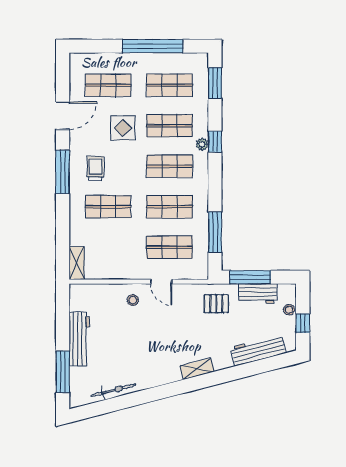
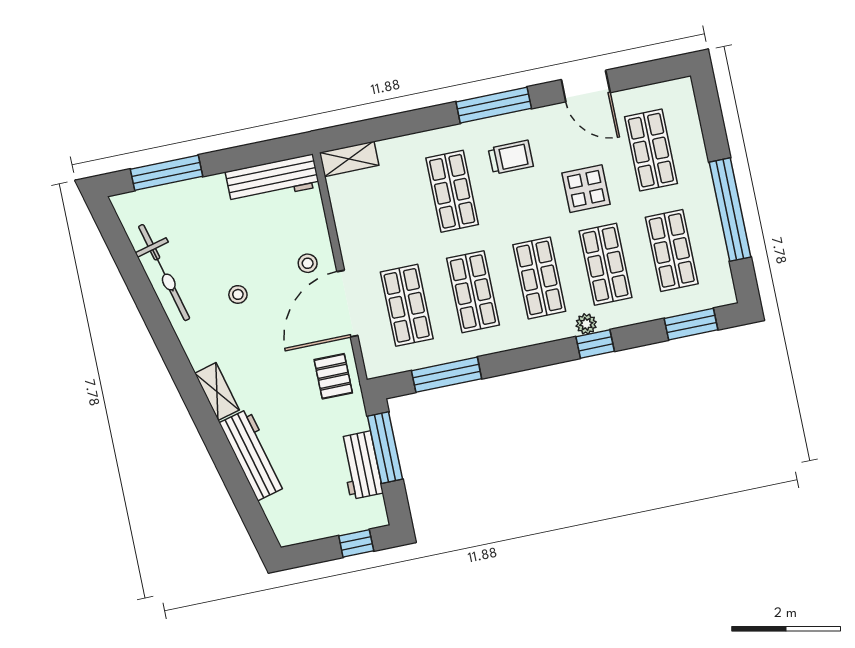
door: (161, 282) -> (347, 304), width x1.87
pallet: (216, 304) -> (333, 376), moved
stool: (289, 310) -> (238, 294), moved
window: (303, 323) -> (356, 543), moved
workbench: (79, 339) -> (272, 179), moved
workbench: (258, 350) -> (253, 455), moved
bicycle: (113, 390) -> (164, 273), width x1.37, depth x1.40

